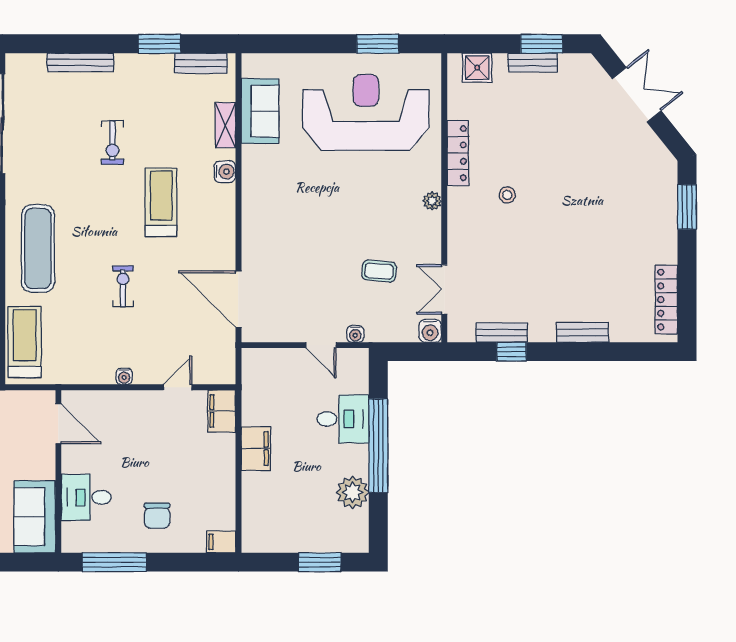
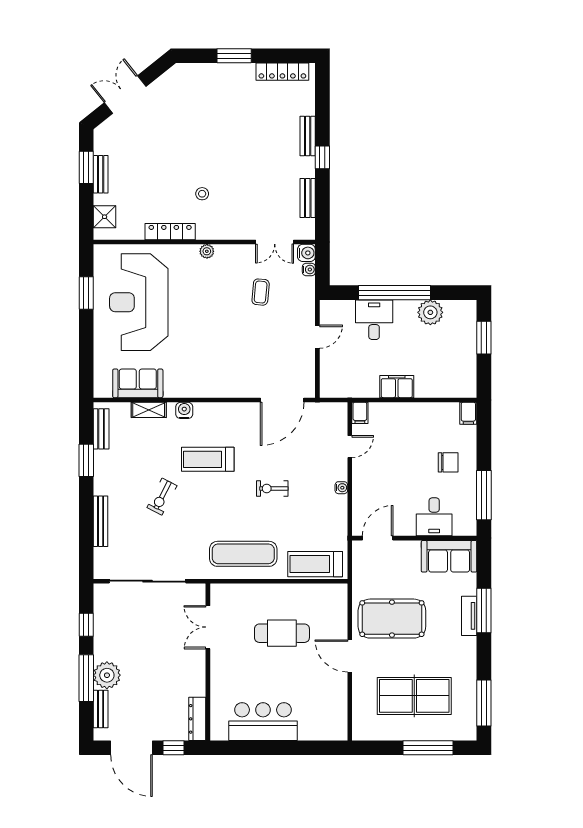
exercise bike: (113, 143) -> (162, 497), turned 117
window: (687, 207) -> (234, 56), moved
water cooler: (355, 334) -> (309, 269), moved
window: (511, 352) -> (322, 157), moved
door: (178, 387) -> (350, 447), swing flipped
filing cabinet: (222, 411) -> (360, 413), width x0.50

